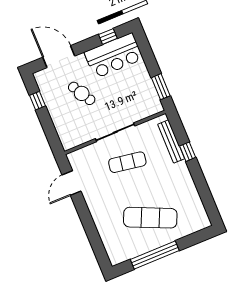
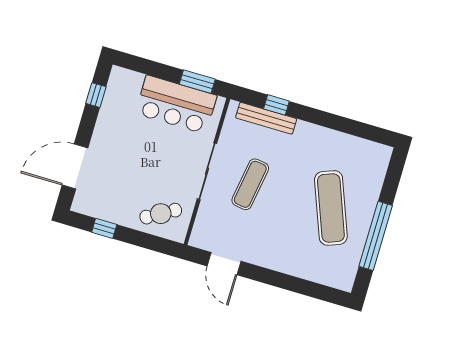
bar counter: (114, 56) -> (176, 104), moved, turned 90
cafe table: (82, 93) -> (161, 214), moved
window: (188, 152) -> (276, 105), moved
exercise mat: (150, 218) -> (331, 208), turned -45

